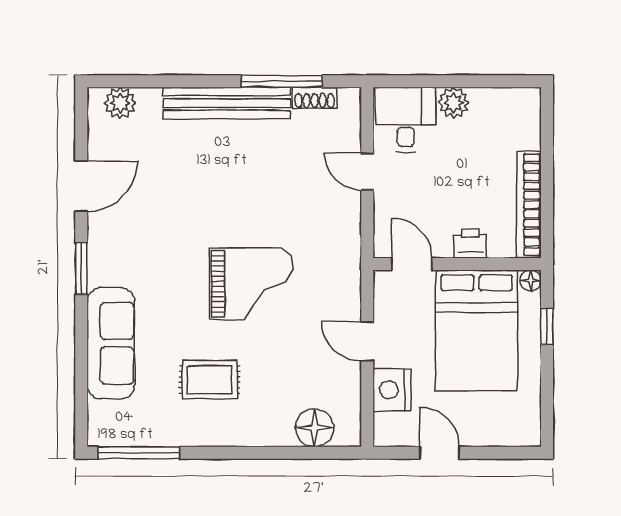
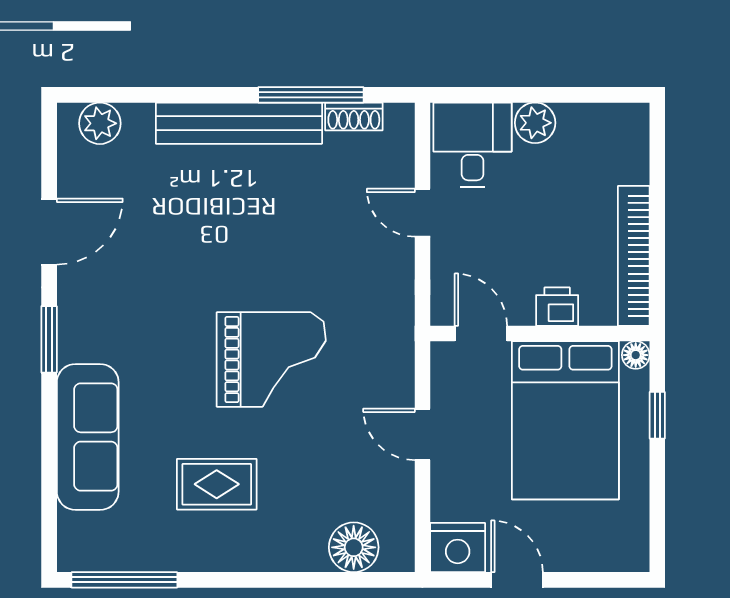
nightstand: (392, 390) -> (458, 548), moved, turned -90

